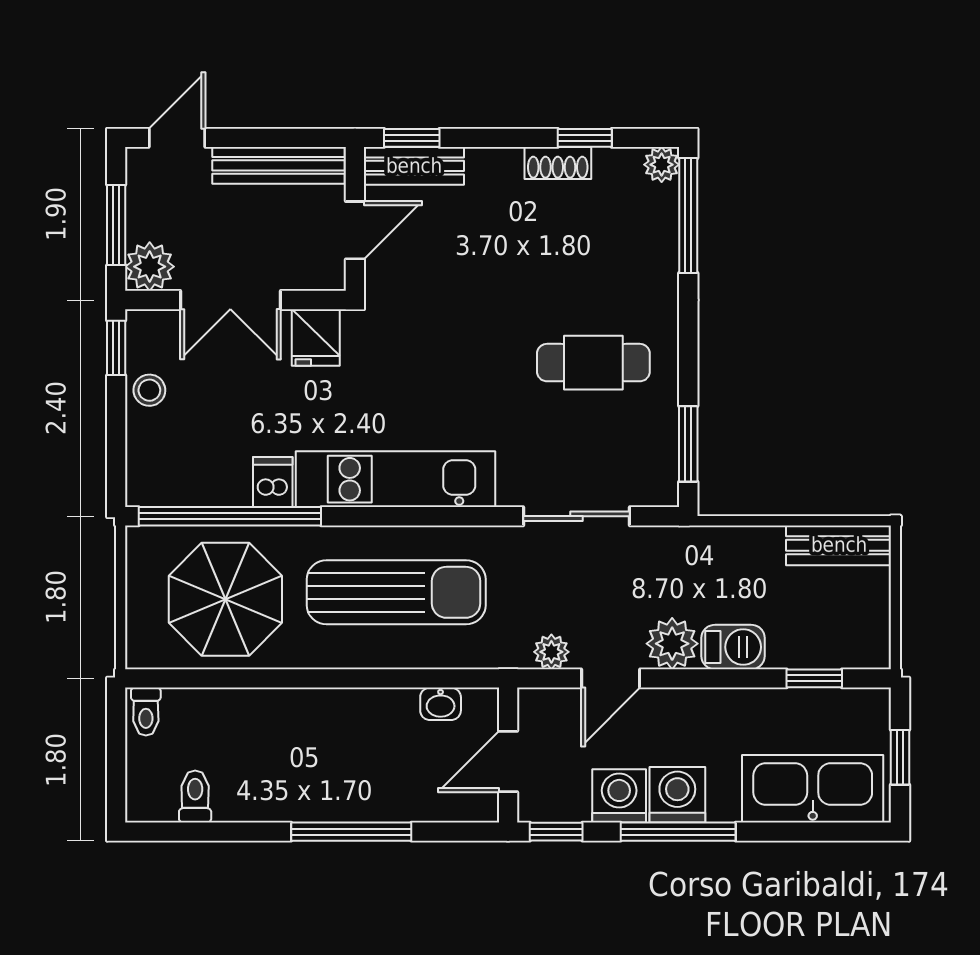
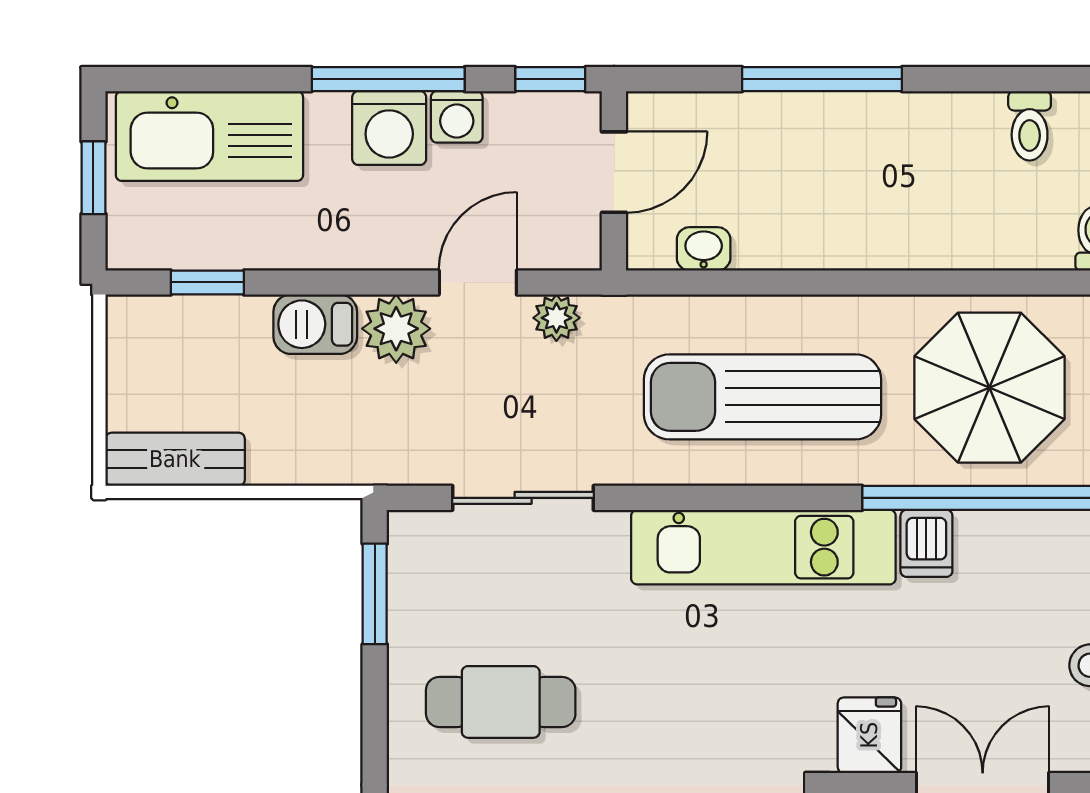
washing machine: (619, 796) -> (457, 117), width x0.73, depth x0.73

